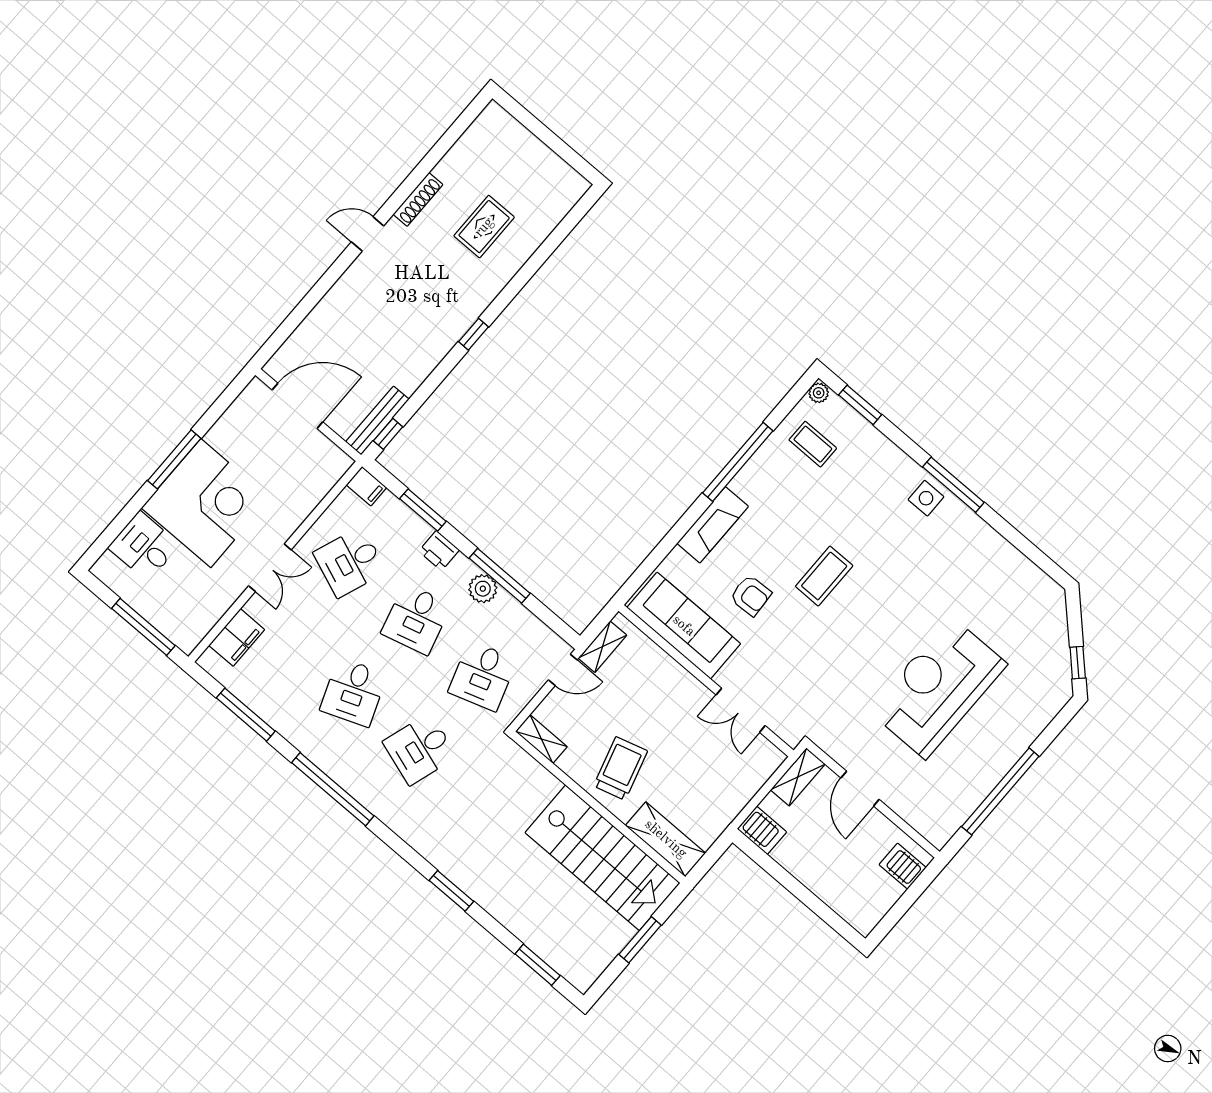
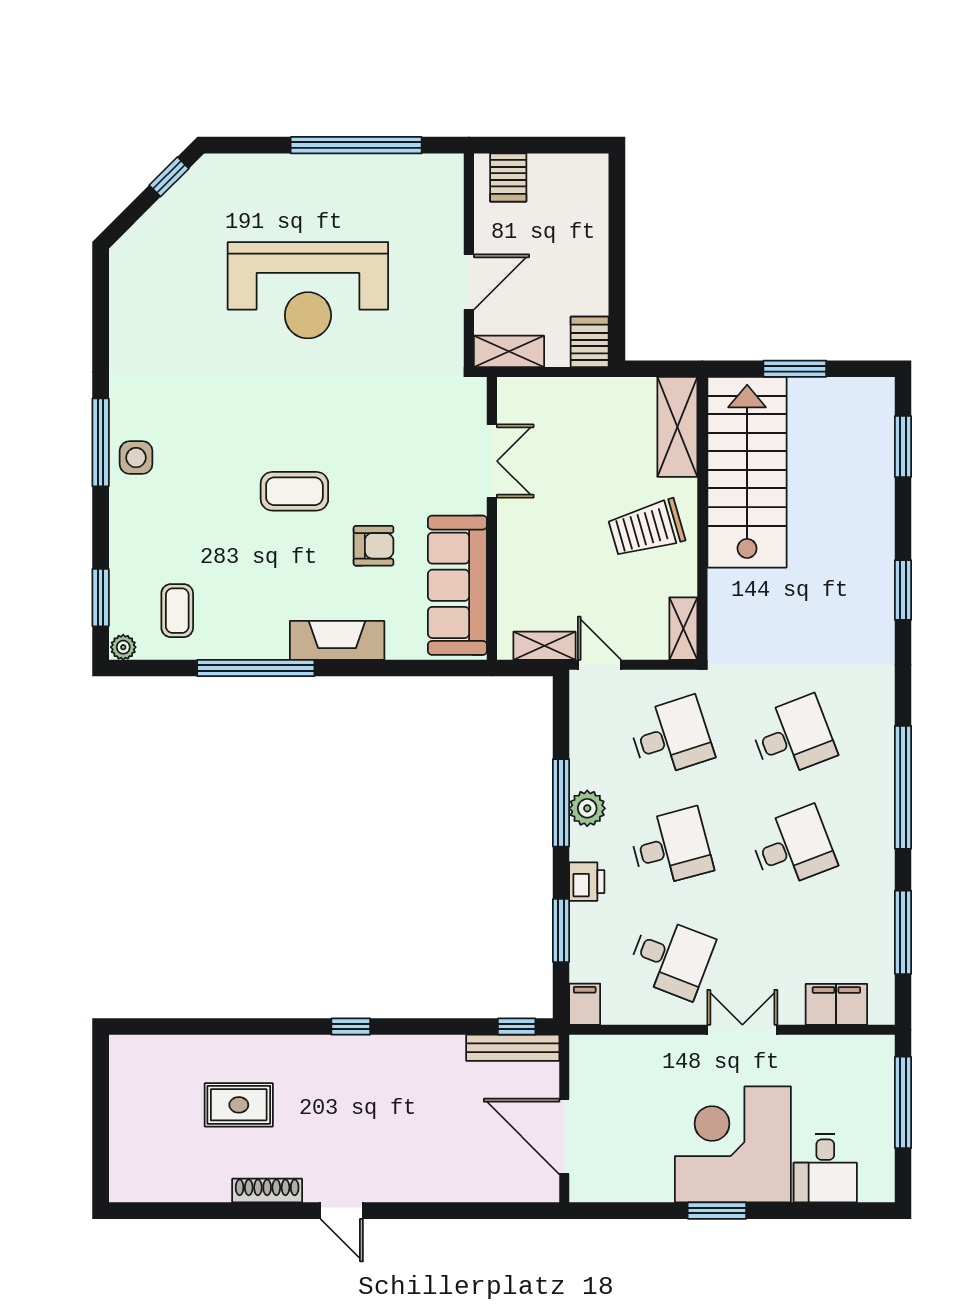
window: (174, 459) -> (717, 1211), width x0.69
armchair: (751, 595) -> (374, 546), turned 93
desk: (420, 749) -> (793, 737), turned -39

